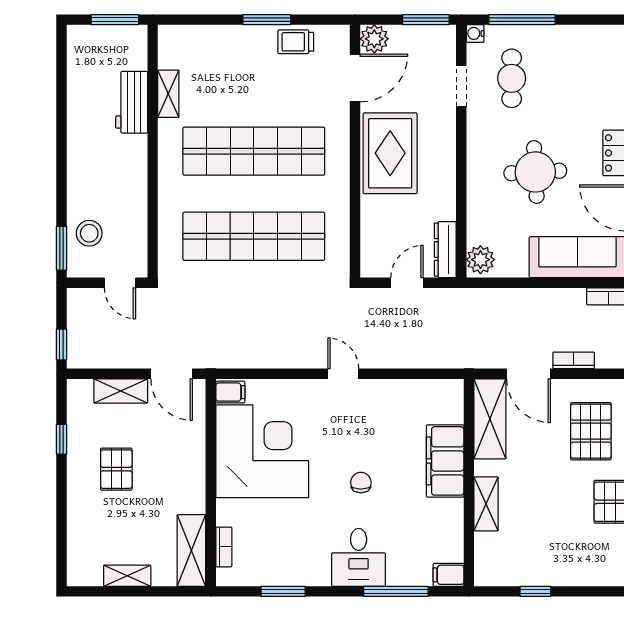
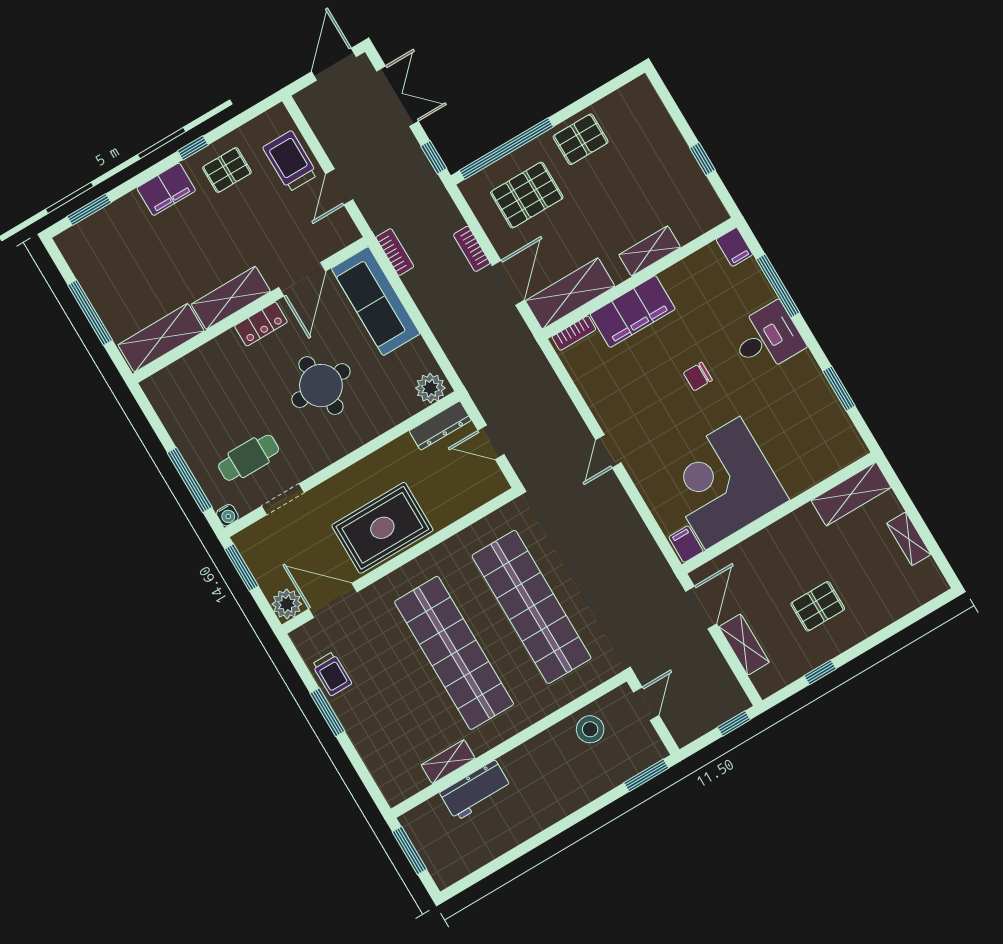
stool: (89, 233) -> (590, 729), moved
bookcase: (224, 547) -> (574, 333), moved, turned 180

